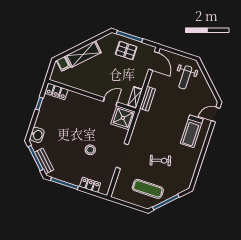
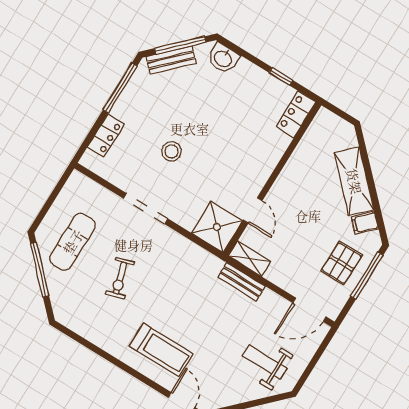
filing cabinet: (63, 64) -> (365, 223), moved
treadmill: (192, 131) -> (161, 350), turned 180

